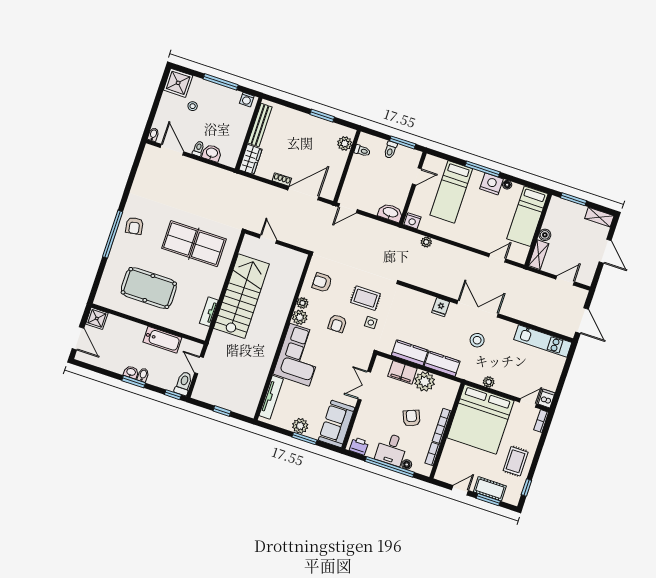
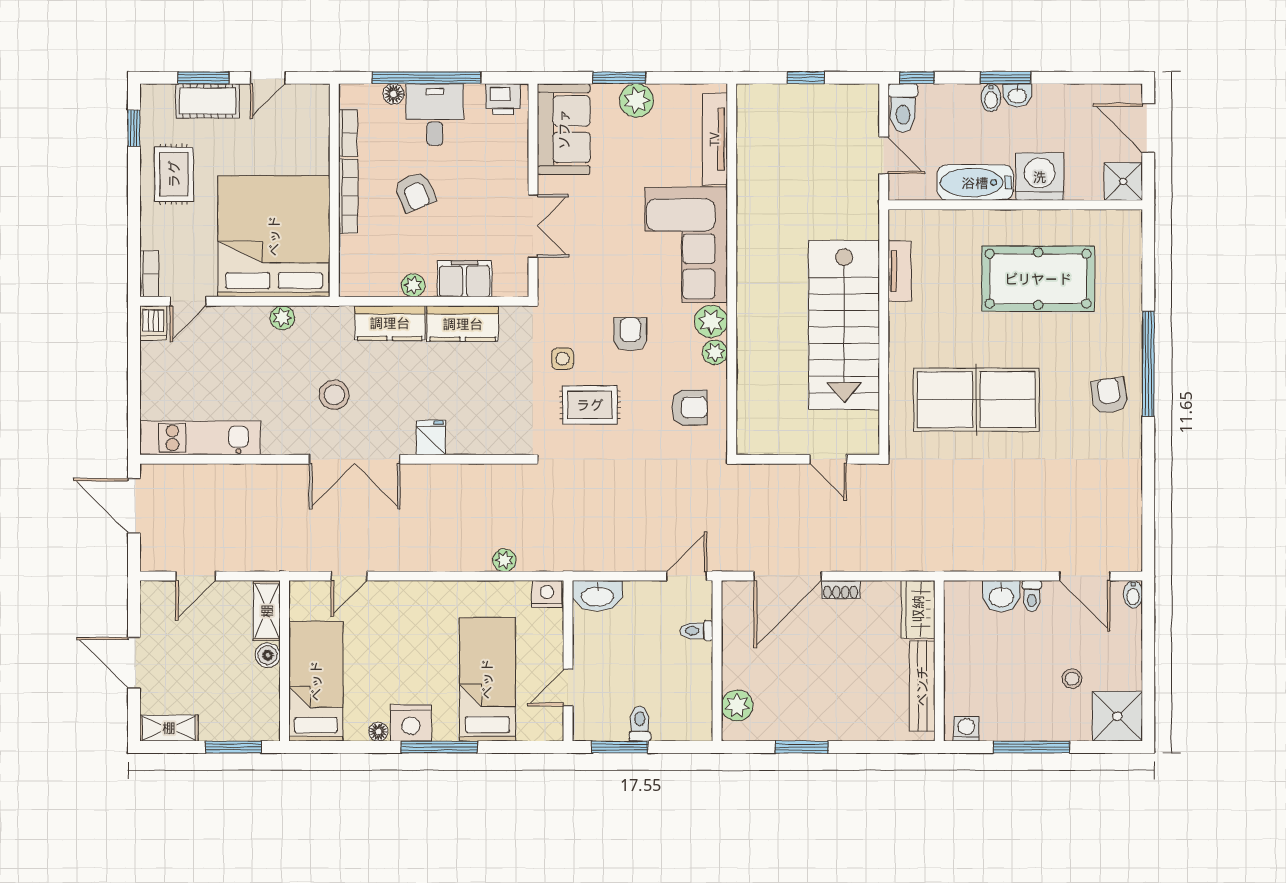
toilet: (362, 151) -> (697, 631), moved
washing machine: (133, 333) -> (1040, 177), added
plant: (425, 381) -> (413, 285), width x0.53, depth x0.53

